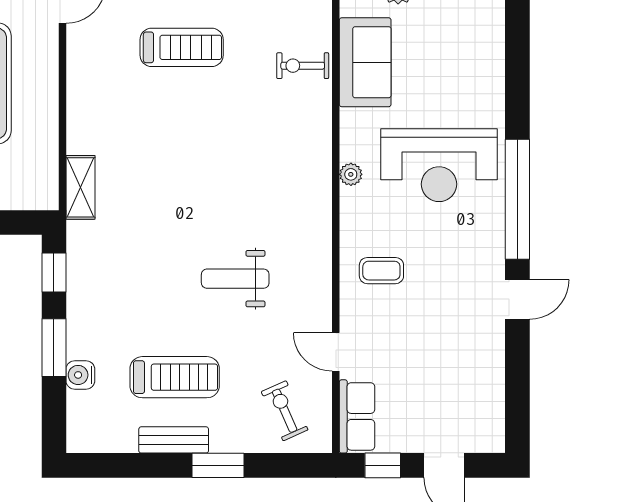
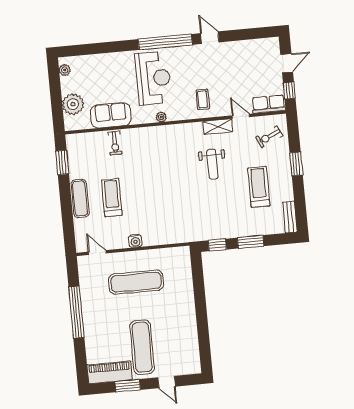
shelving: (81, 187) -> (218, 127), moved
door: (336, 352) -> (241, 116), swing flipped
water cooler: (80, 375) -> (135, 241), moved
bench: (174, 440) -> (290, 217), moved

